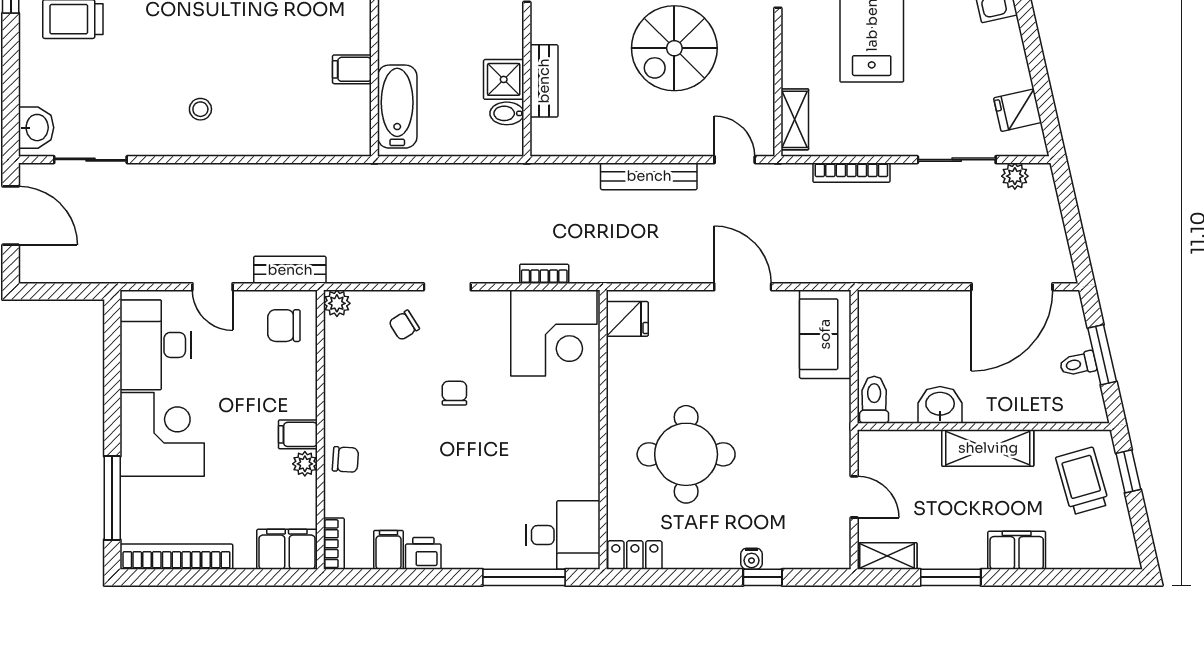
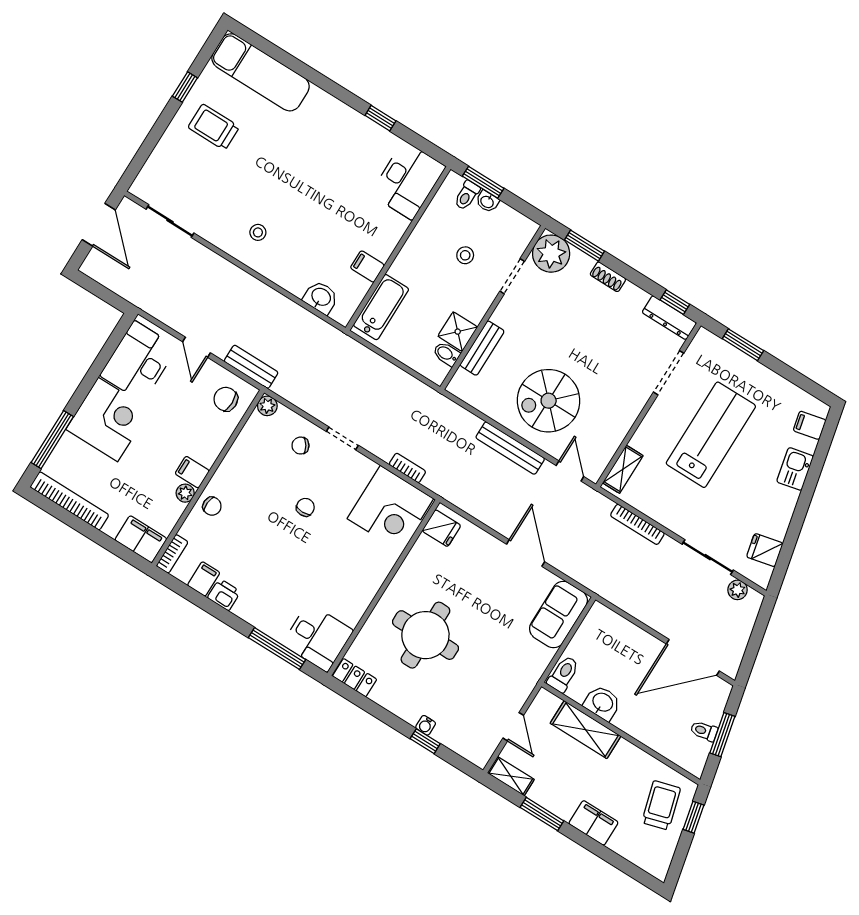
spiral stairs: (674, 48) -> (549, 401), moved
washbasin: (36, 128) -> (321, 297), moved, turned -90
shelving: (988, 448) -> (586, 730), moved

